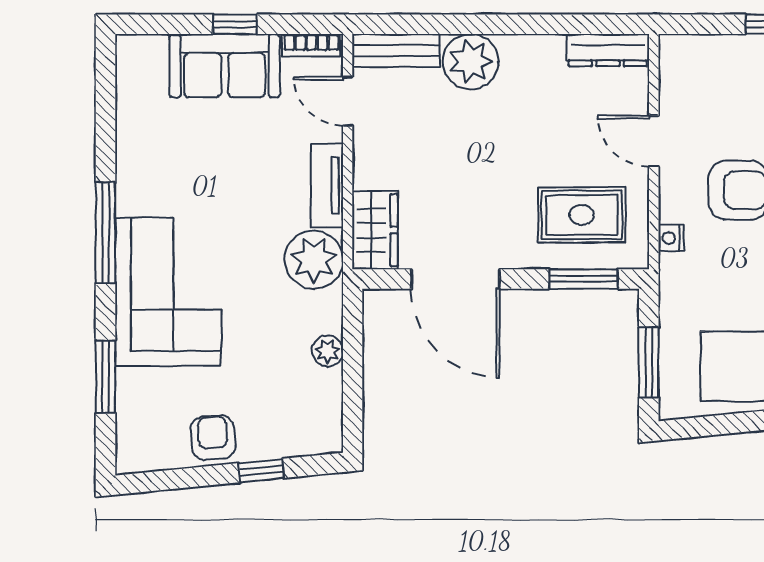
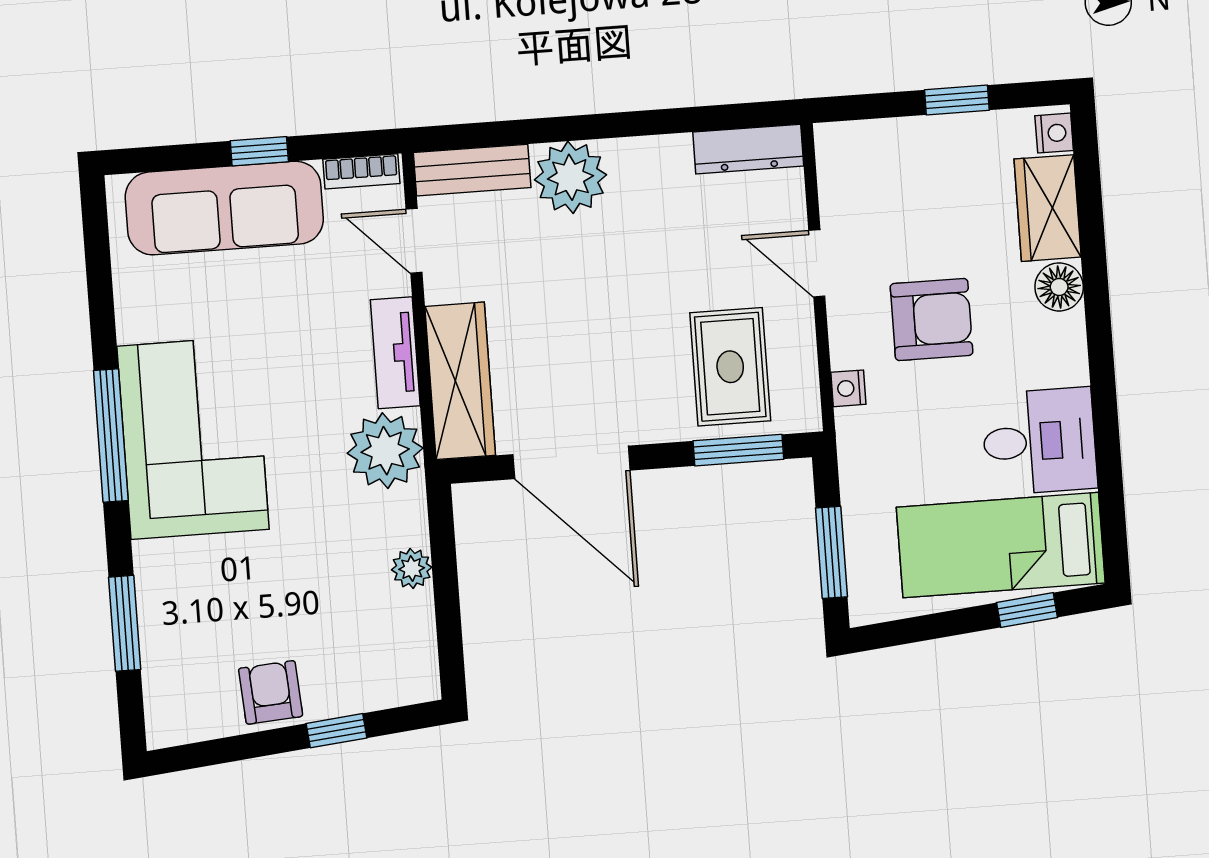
sofa: (225, 66) -> (224, 208), width x1.36
rug: (582, 215) -> (730, 367), turned 90
wardrobe: (375, 230) -> (460, 381), width x1.50
corner sofa: (168, 292) -> (193, 438), moved

